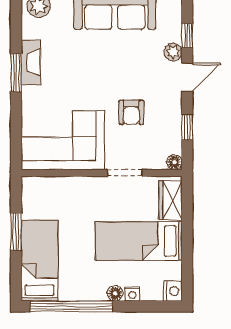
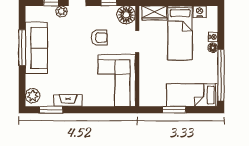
window: (16, 73) -> (51, 110), moved
floor lamp: (174, 162) -> (126, 15), width x1.89, depth x1.89
nightstand: (173, 291) -> (200, 12), moved

